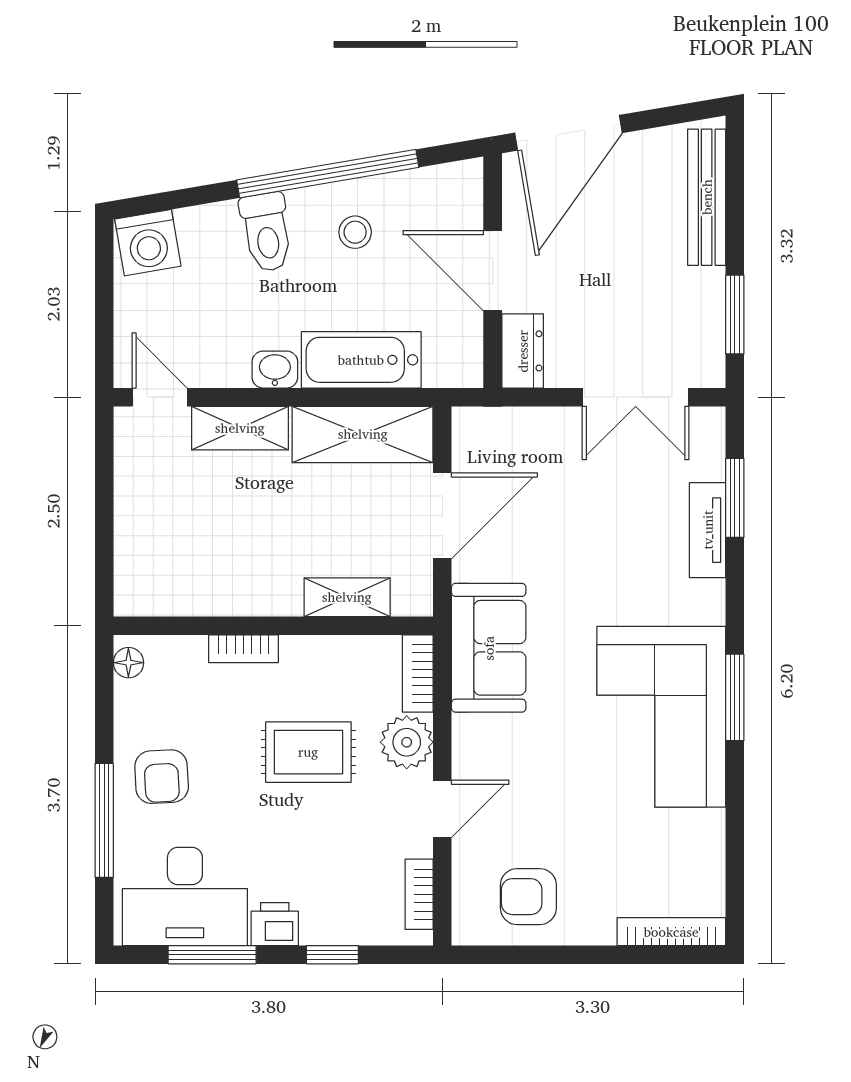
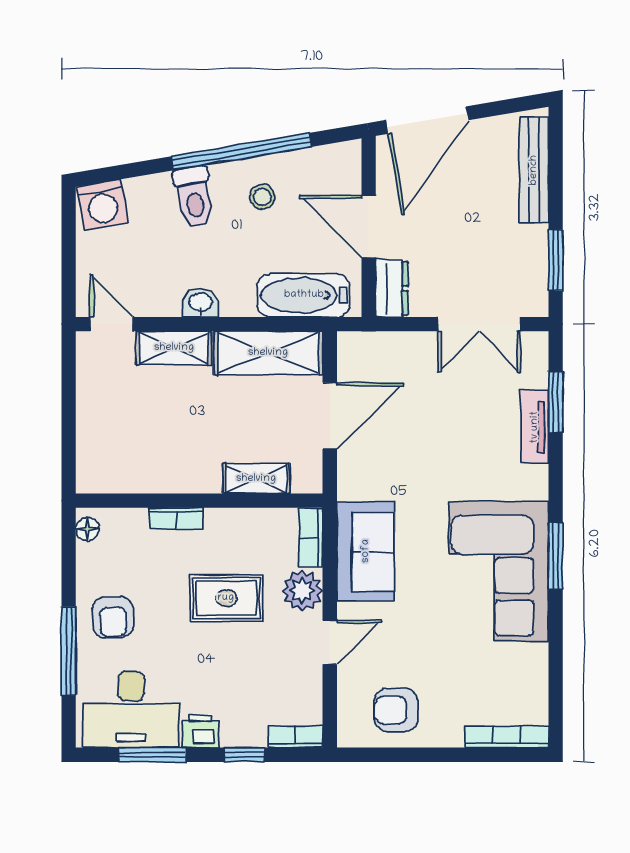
bathtub: (361, 360) -> (304, 295), moved
sofa: (489, 648) -> (366, 551), moved
bookcase: (419, 894) -> (296, 737), moved, turned 90

